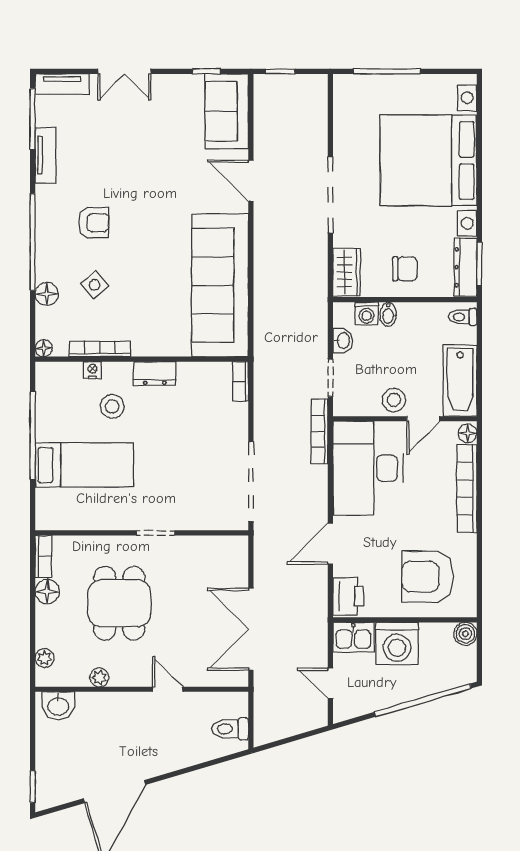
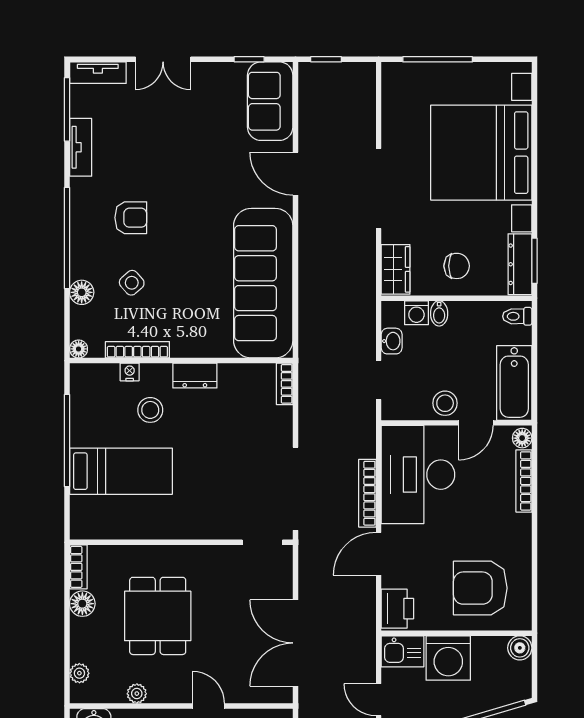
bookcase: (320, 431) -> (367, 493), moved
bookcase: (467, 489) -> (524, 481), width x0.68, depth x0.76
doorway: (155, 533) -> (262, 542), moved

